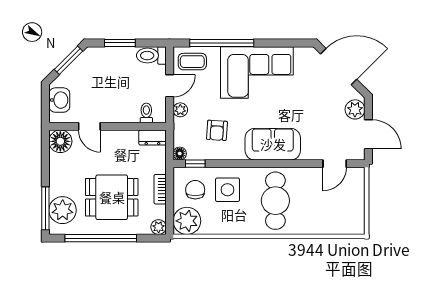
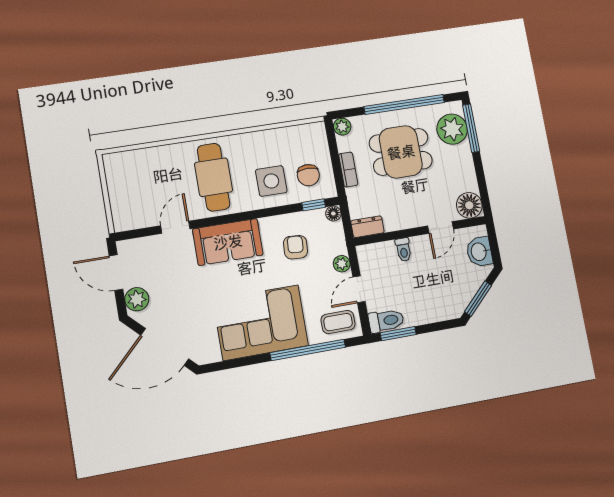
window: (120, 43) -> (398, 334), moved
toilet: (146, 113) -> (403, 250), moved
door: (89, 126) -> (441, 228), swing flipped
door: (335, 164) -> (175, 227), moved
plant: (187, 221) -> (311, 138), removed

